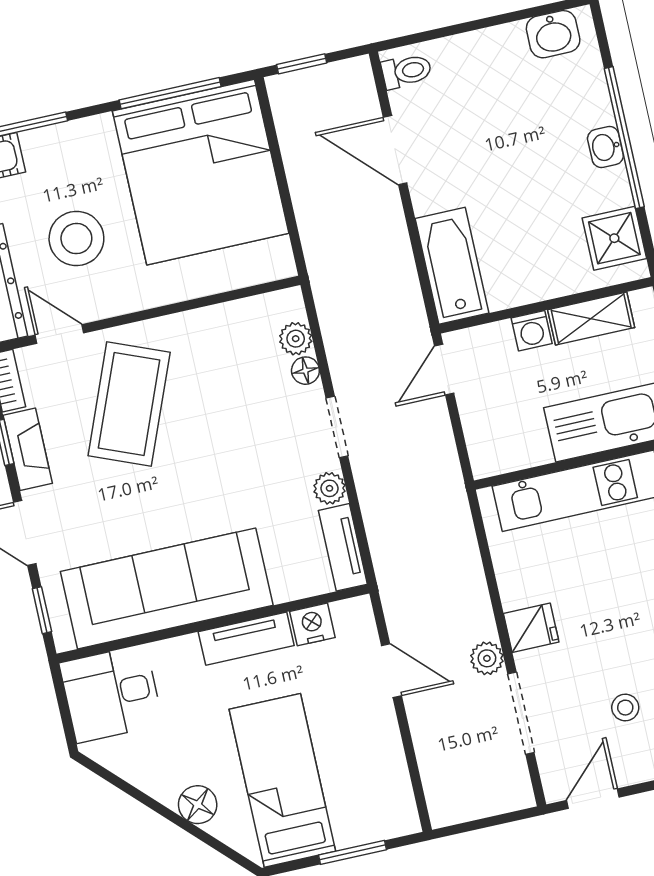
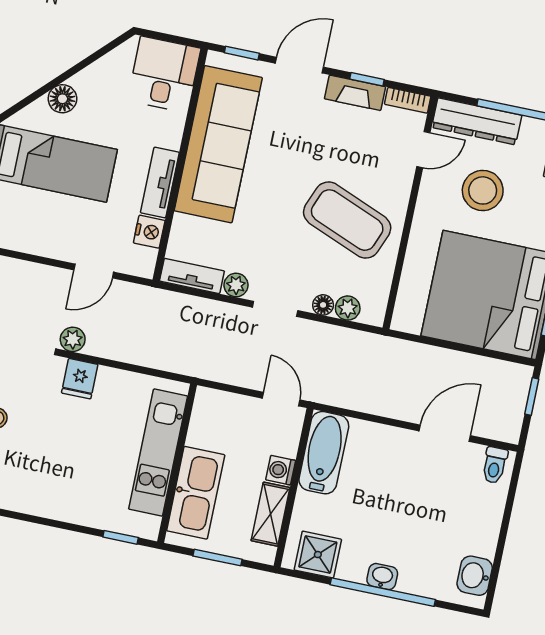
bathtub: (452, 266) -> (324, 453), moved, turned -90
coffee table: (129, 404) -> (347, 220), moved

